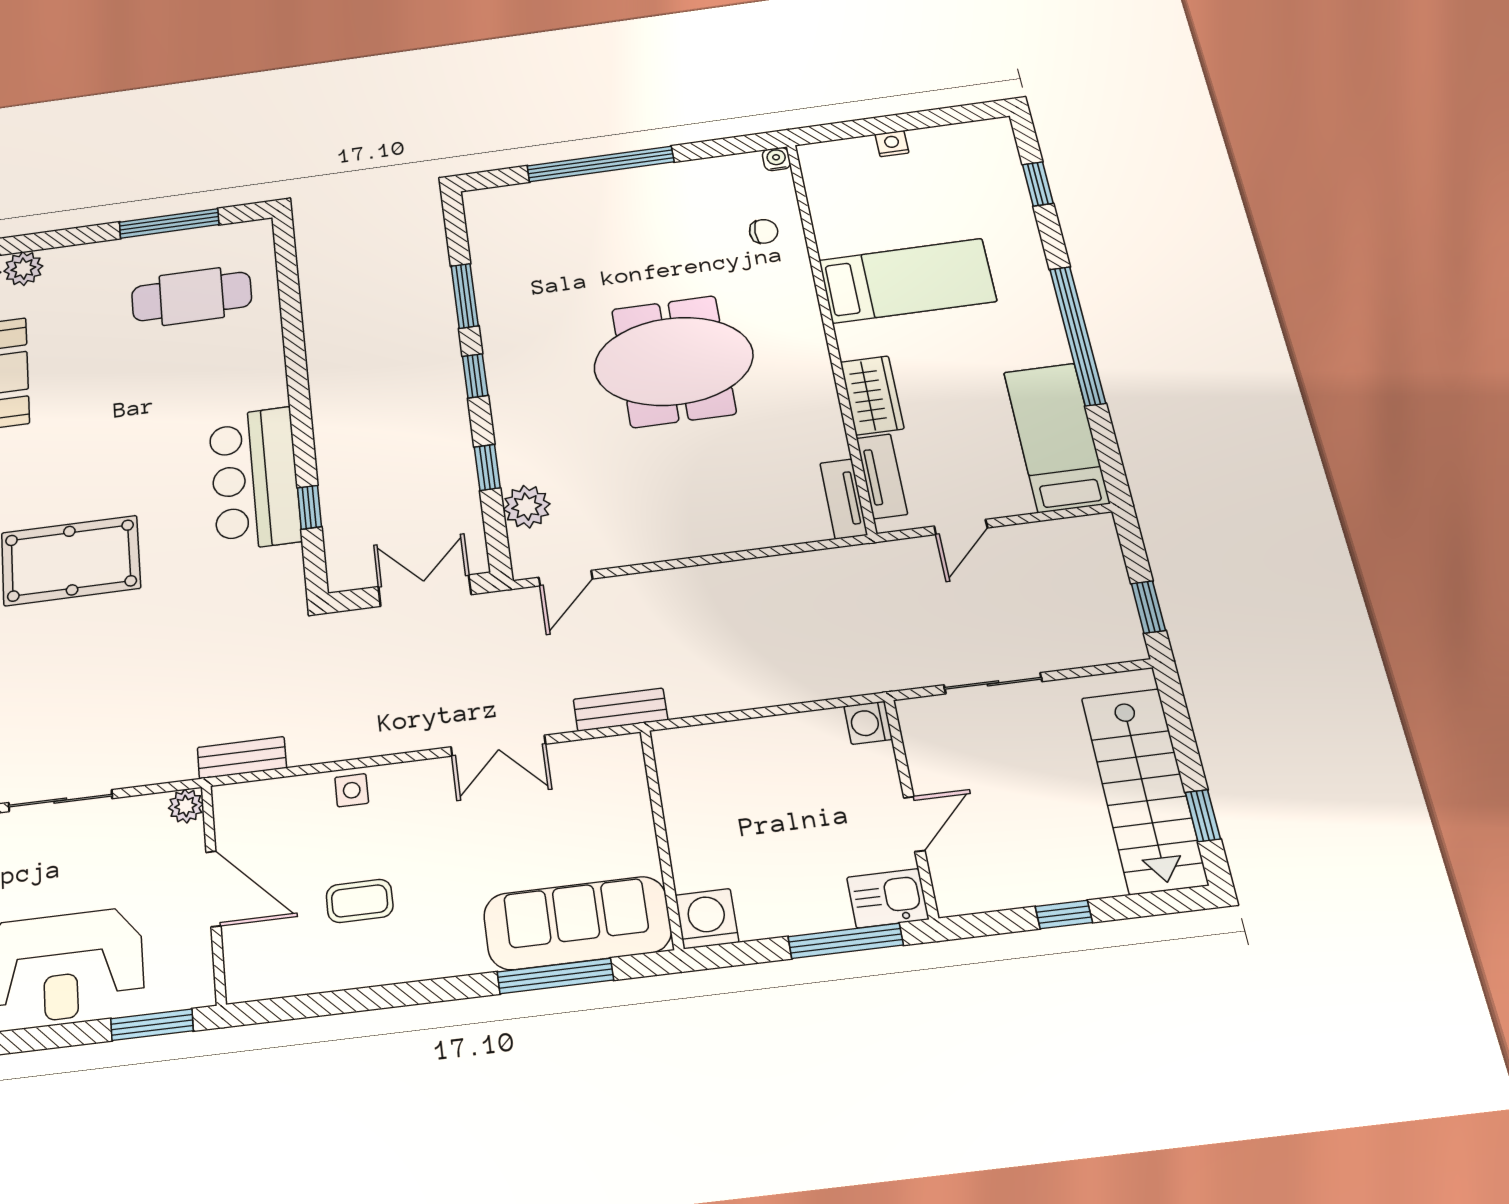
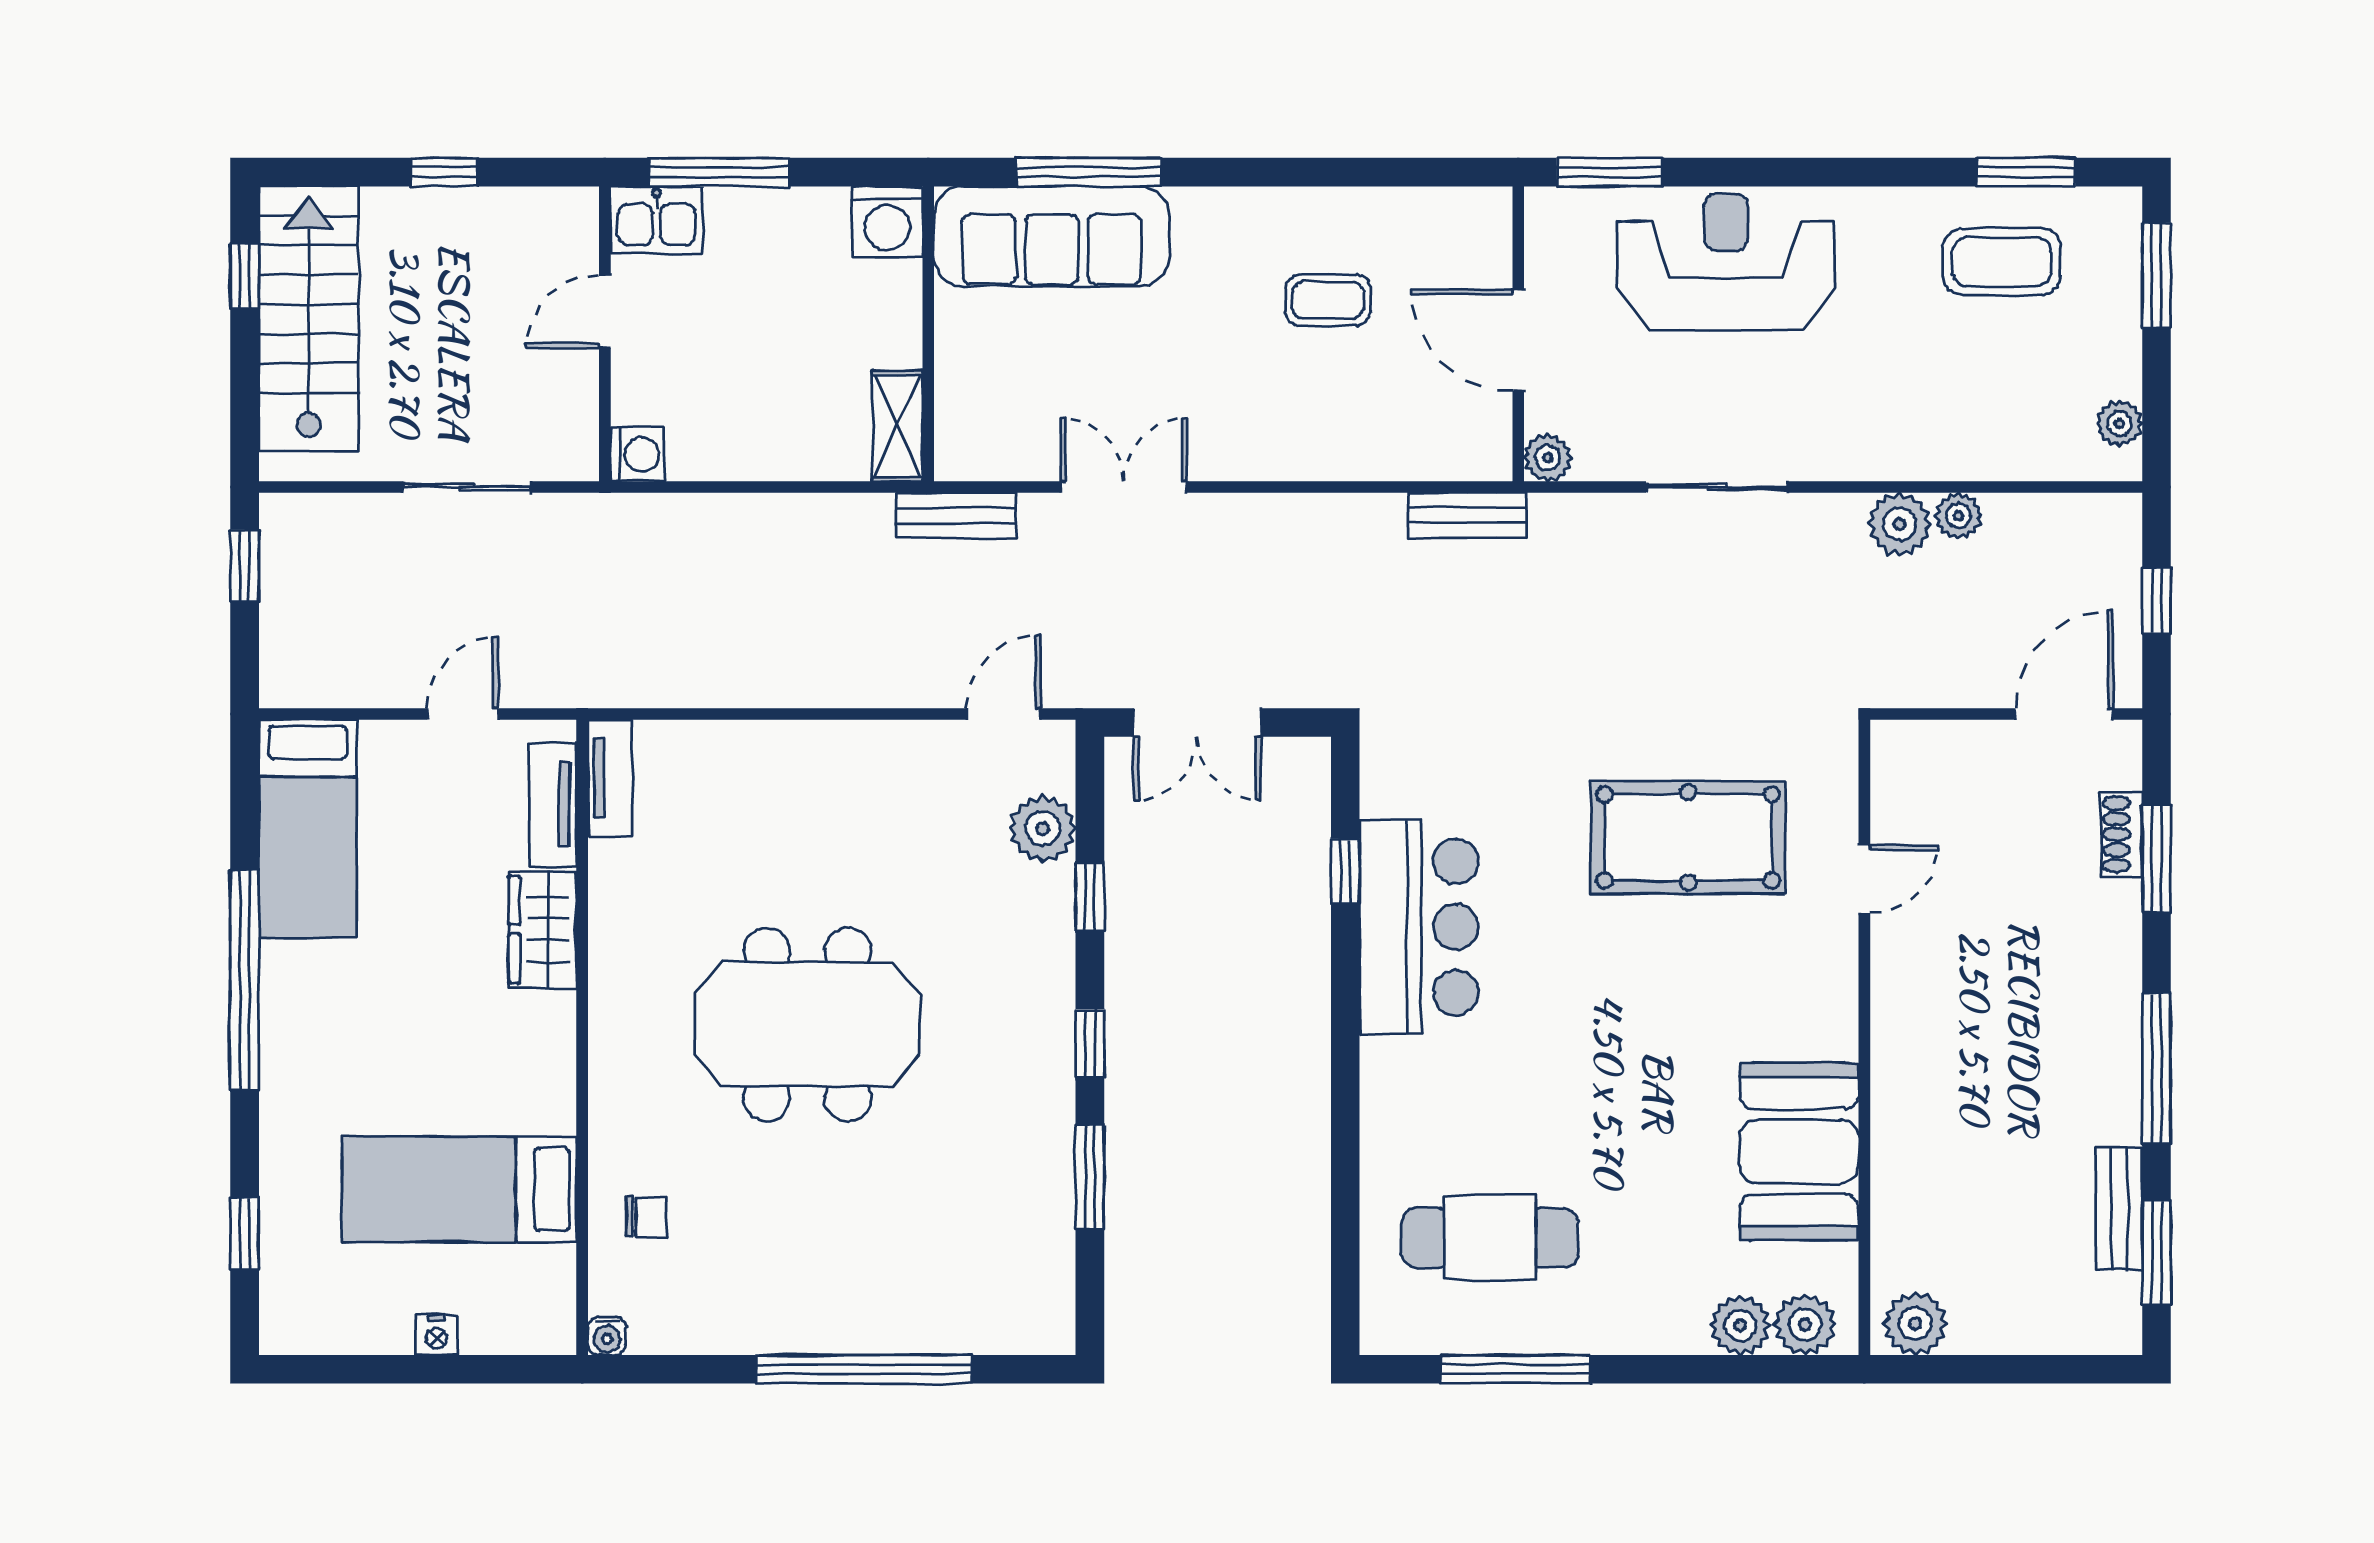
chair: (764, 231) -> (646, 1216), turned 180
bed: (907, 281) -> (459, 1189), moved
shelving: (674, 768) -> (898, 426), added
side table: (352, 790) -> (1324, 451), removed

